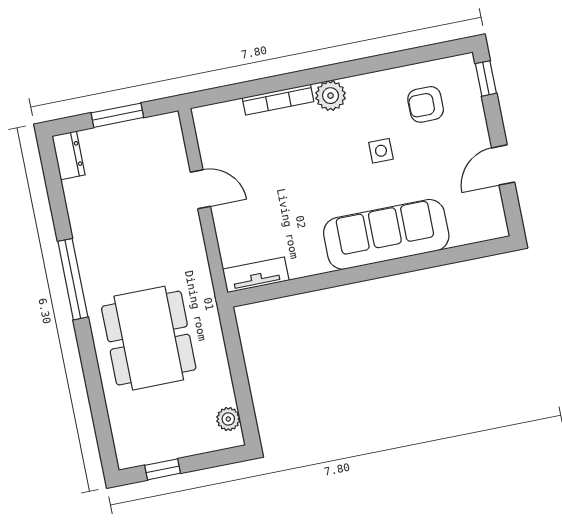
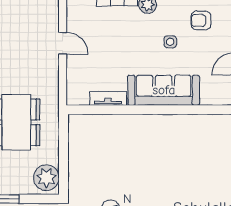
tv unit: (256, 275) -> (108, 98), moved
plant: (228, 419) -> (46, 178), width x1.88, depth x1.88

